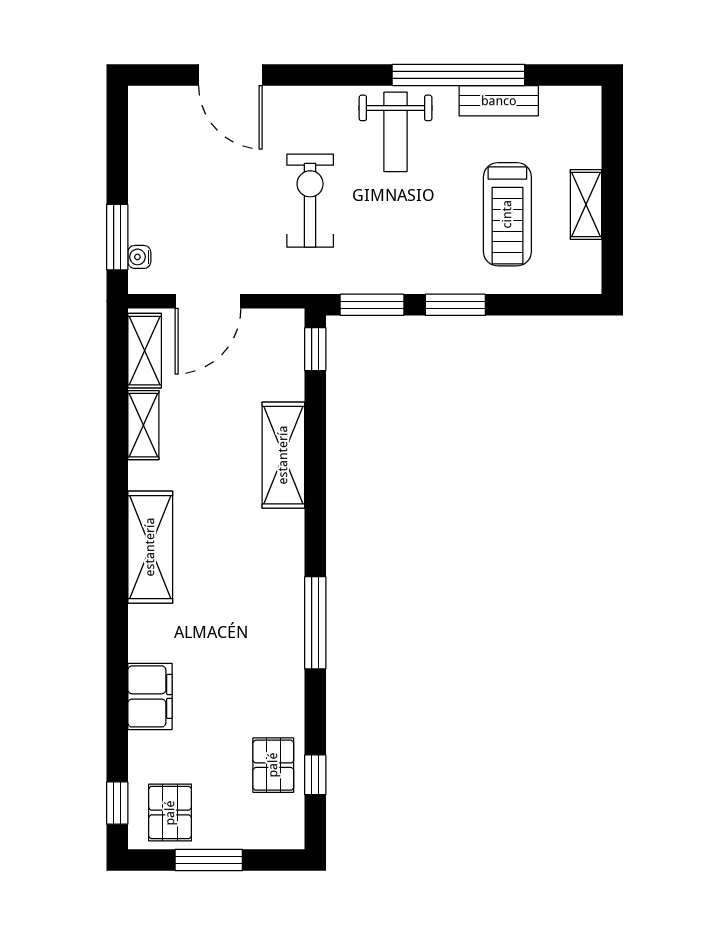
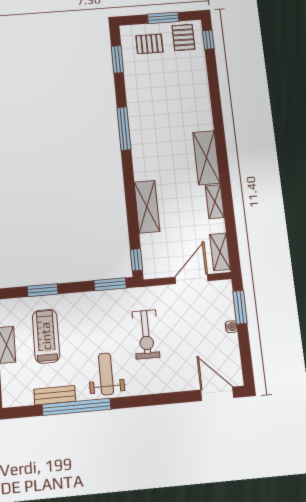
door: (230, 75) -> (217, 394), moved
water cooler: (139, 257) -> (231, 327), moved
window: (455, 305) -> (43, 290), moved
shelving: (143, 425) -> (215, 202), moved
filing cabinet: (150, 696) -> (199, 89), removed
pallet: (273, 765) -> (149, 44), moved, turned 90
window: (315, 775) -> (117, 59), width x1.50

